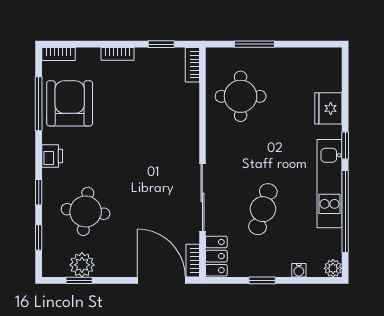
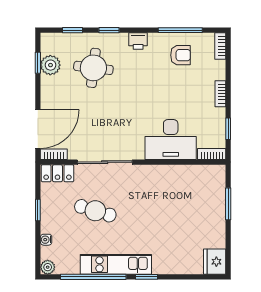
round table: (241, 96) -> (186, 193), removed
armchair: (70, 103) -> (180, 55), width x0.53, depth x0.53
fridge: (328, 108) -> (215, 262), moved, turned -90
desk: (174, 116) -> (171, 139), added

